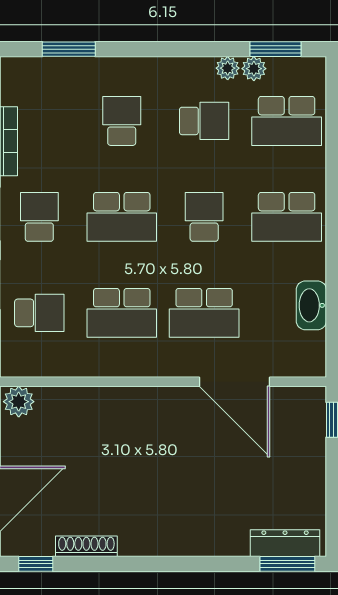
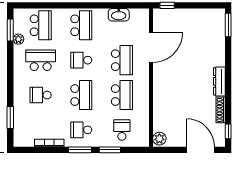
plant: (228, 68) -> (18, 50), removed
school desk: (204, 121) -> (41, 60), width x1.85
dresser: (285, 543) -> (219, 81), moved

